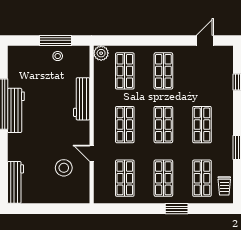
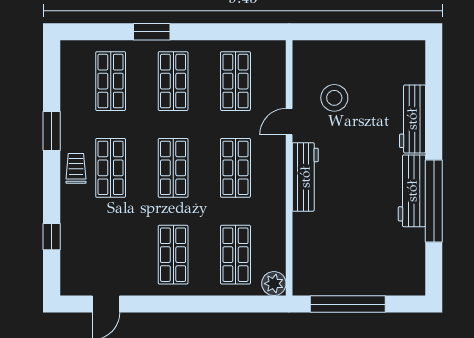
window: (55, 40) -> (348, 304), width x1.46
stool: (58, 56) -> (344, 279), removed
workbench: (82, 99) -> (305, 177), moved
door: (92, 153) -> (289, 122), swing flipped
workbench: (15, 182) -> (412, 119), moved
trolley: (224, 186) -> (76, 168), moved

